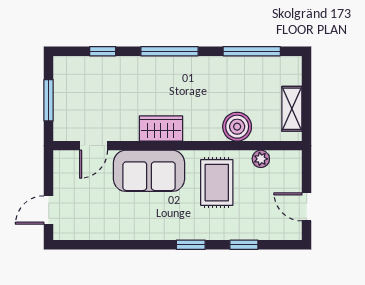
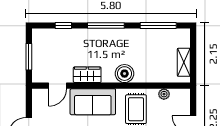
boiler: (237, 127) -> (125, 74), moved
wardrobe: (161, 128) -> (87, 75), moved

